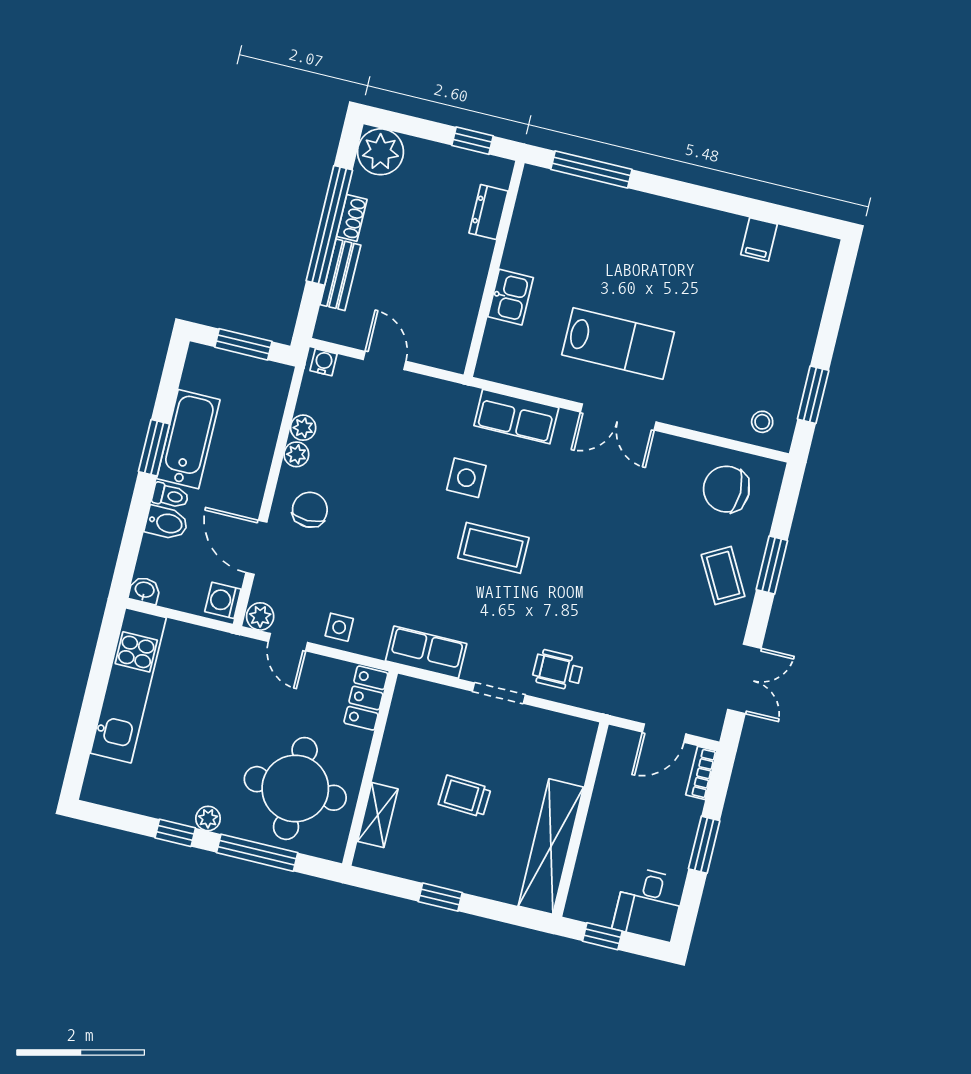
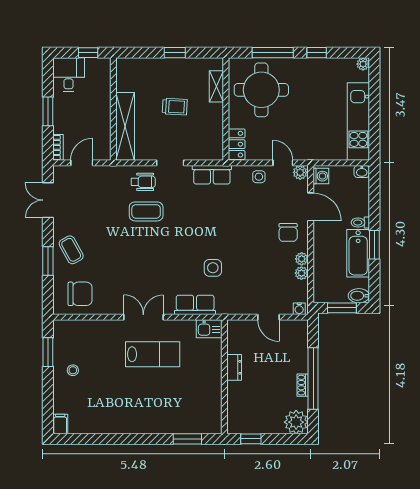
window: (591, 169) -> (187, 439), width x0.69
dresser: (489, 212) -> (234, 367), moved
filing cabinet: (759, 239) -> (60, 424), moved
bench: (340, 275) -> (301, 355), removed
kitchen sink: (511, 297) -> (209, 329), moved, turned -90
lab bench: (618, 343) -> (153, 354), turned 180
stool: (762, 422) -> (73, 370), moved
bidet: (167, 523) -> (359, 296), moved
coffee table: (493, 548) -> (146, 211), moved
plant: (208, 818) -> (363, 64), moved
shelving: (551, 847) -> (125, 126), moved

